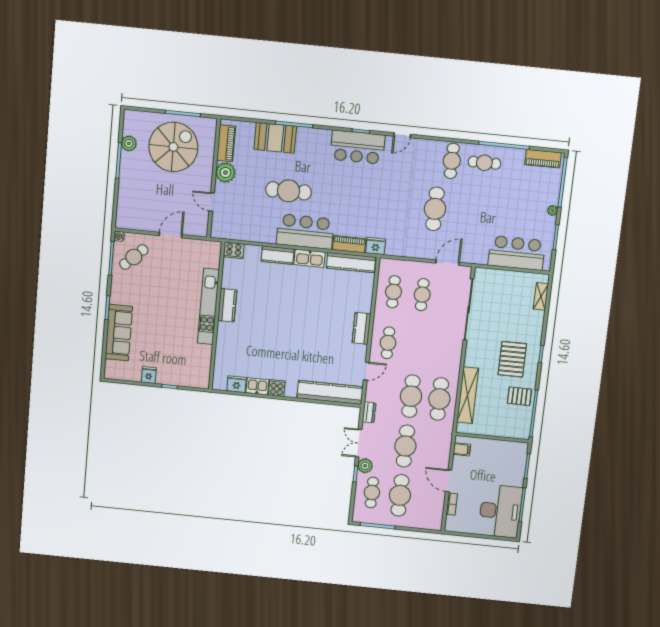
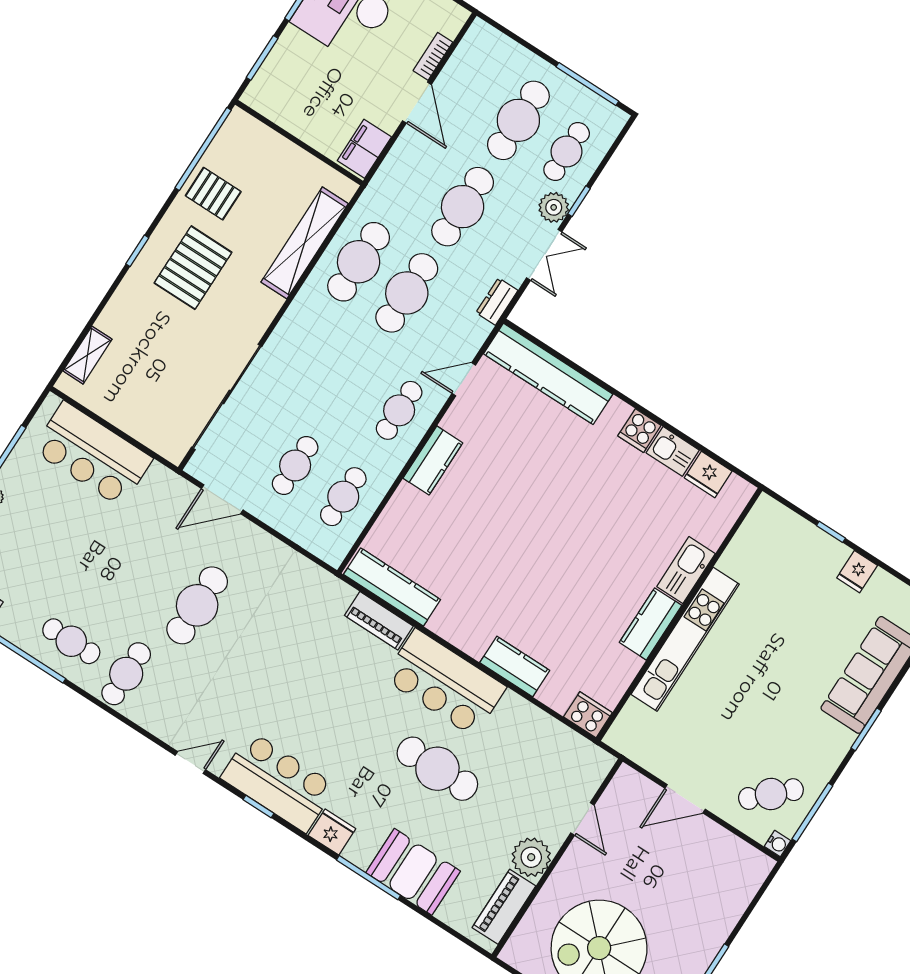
fridge: (376, 246) -> (332, 832), moved, turned 180
kitchen sink: (310, 258) -> (686, 570), moved, turned -90
filing cabinet: (462, 449) -> (364, 149), width x2.00

